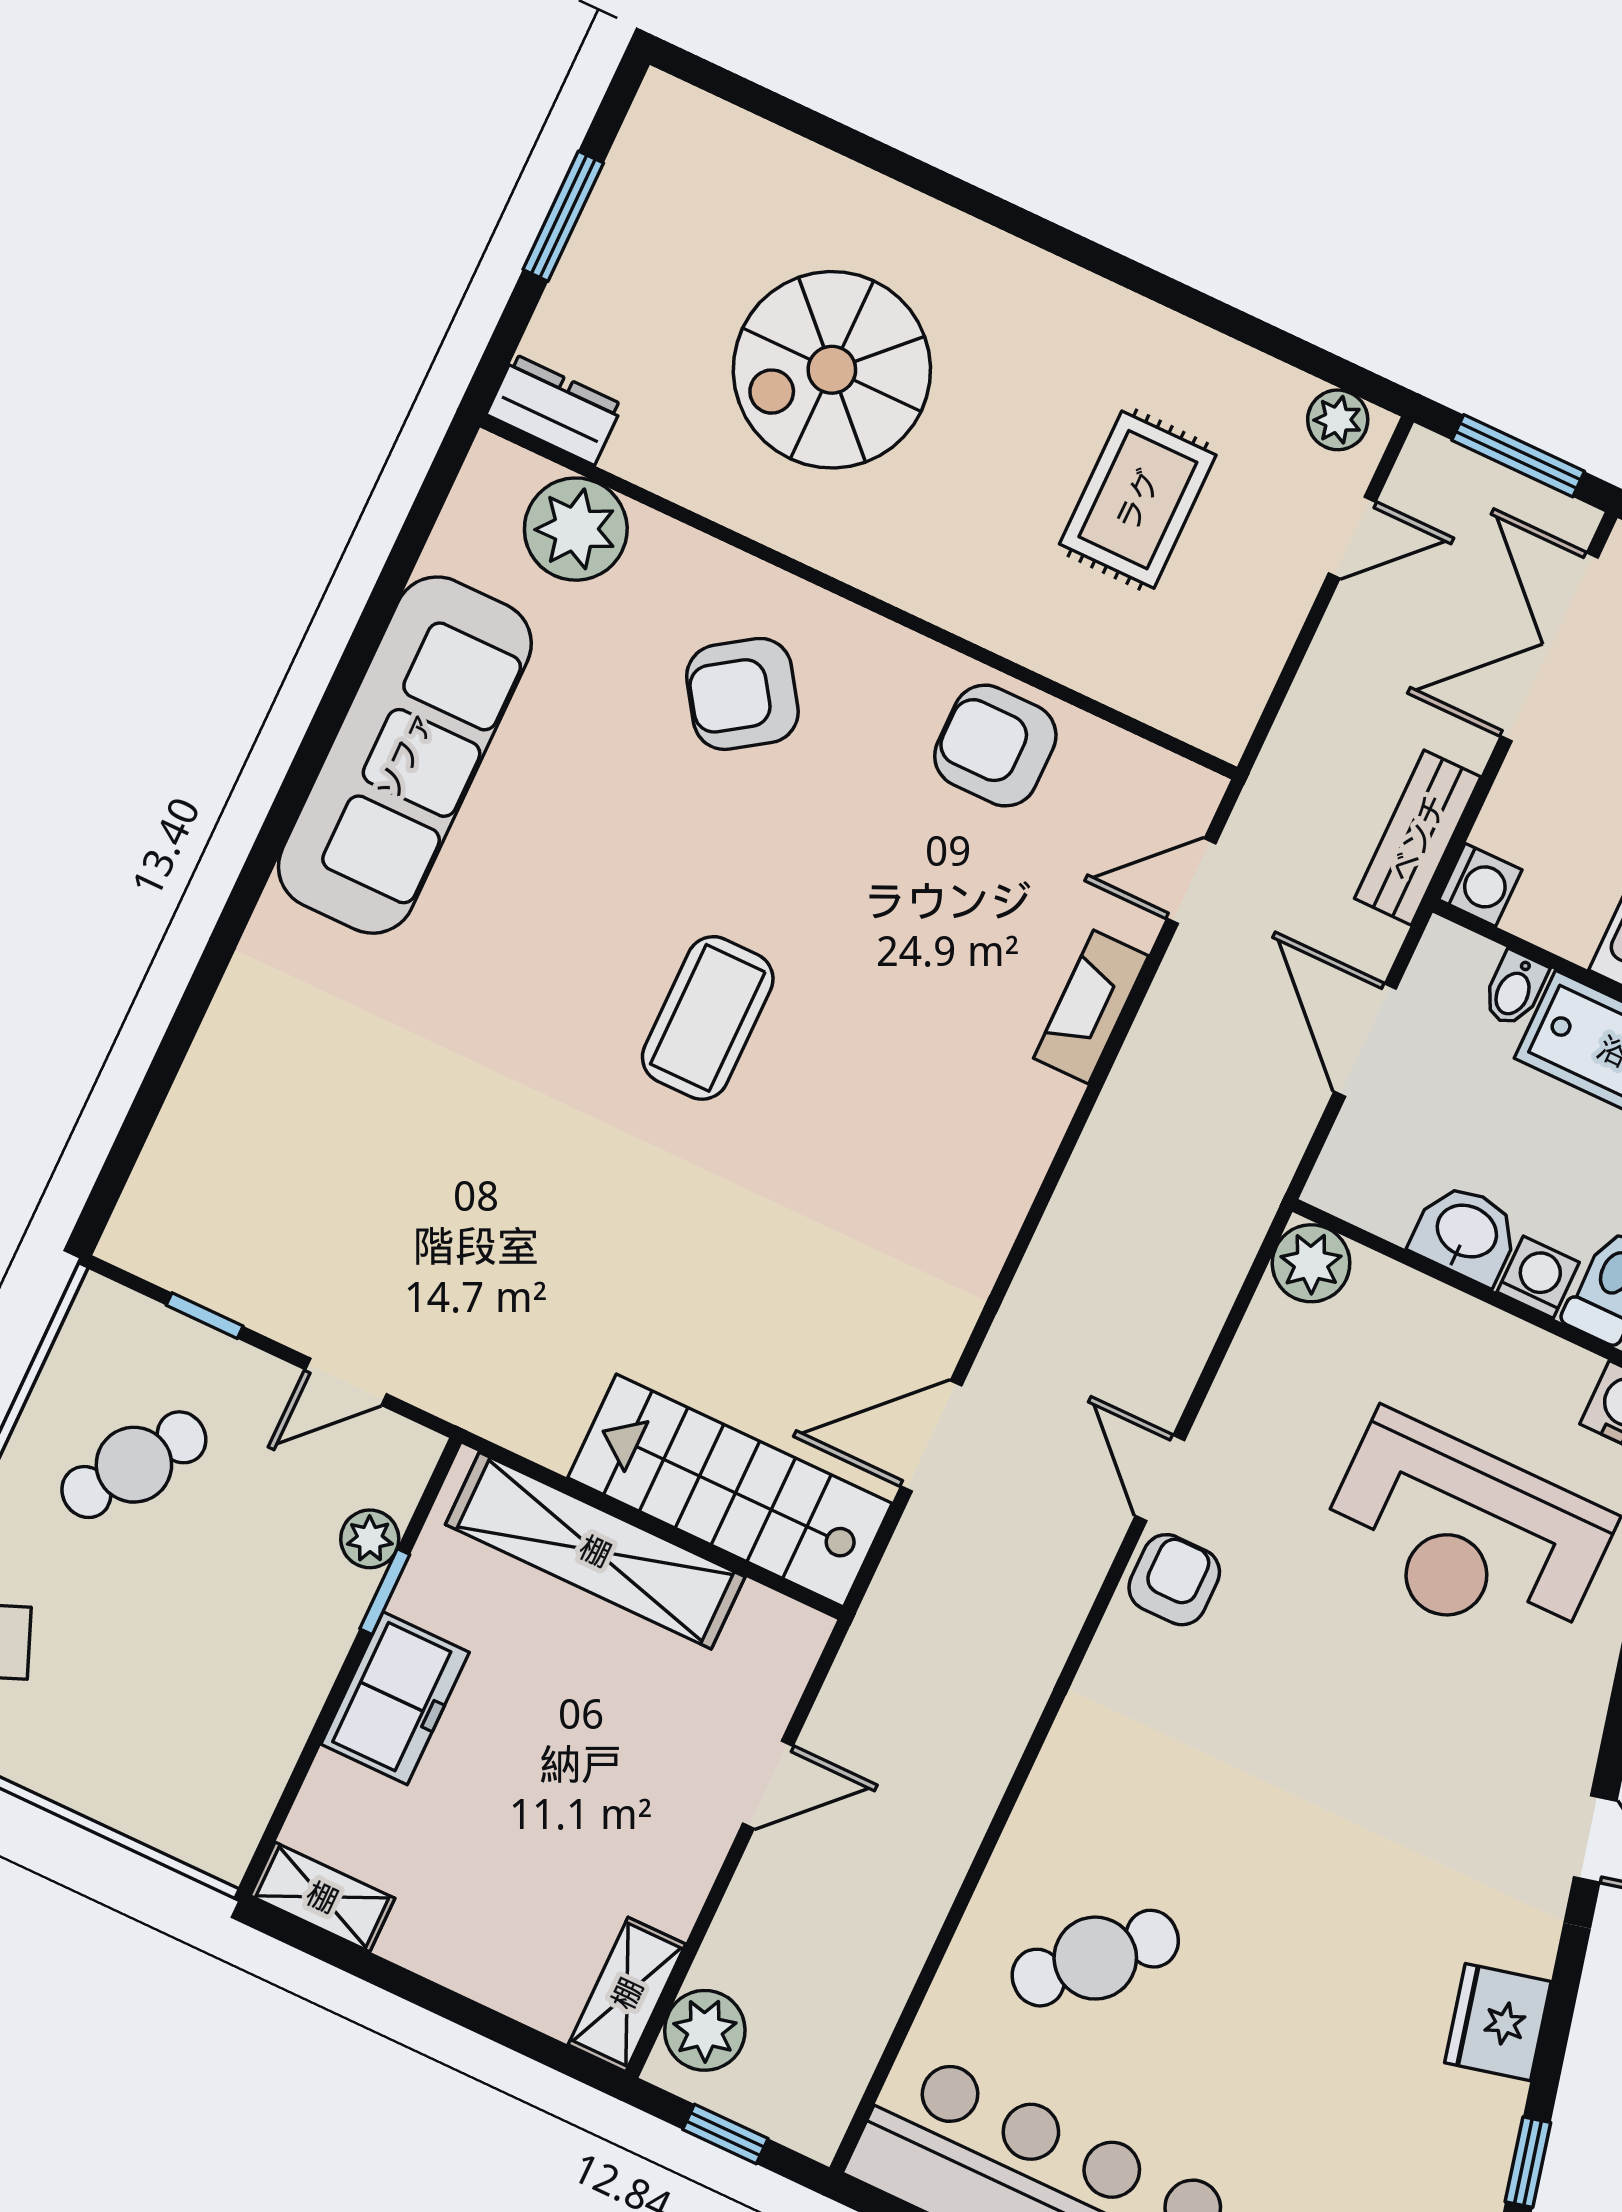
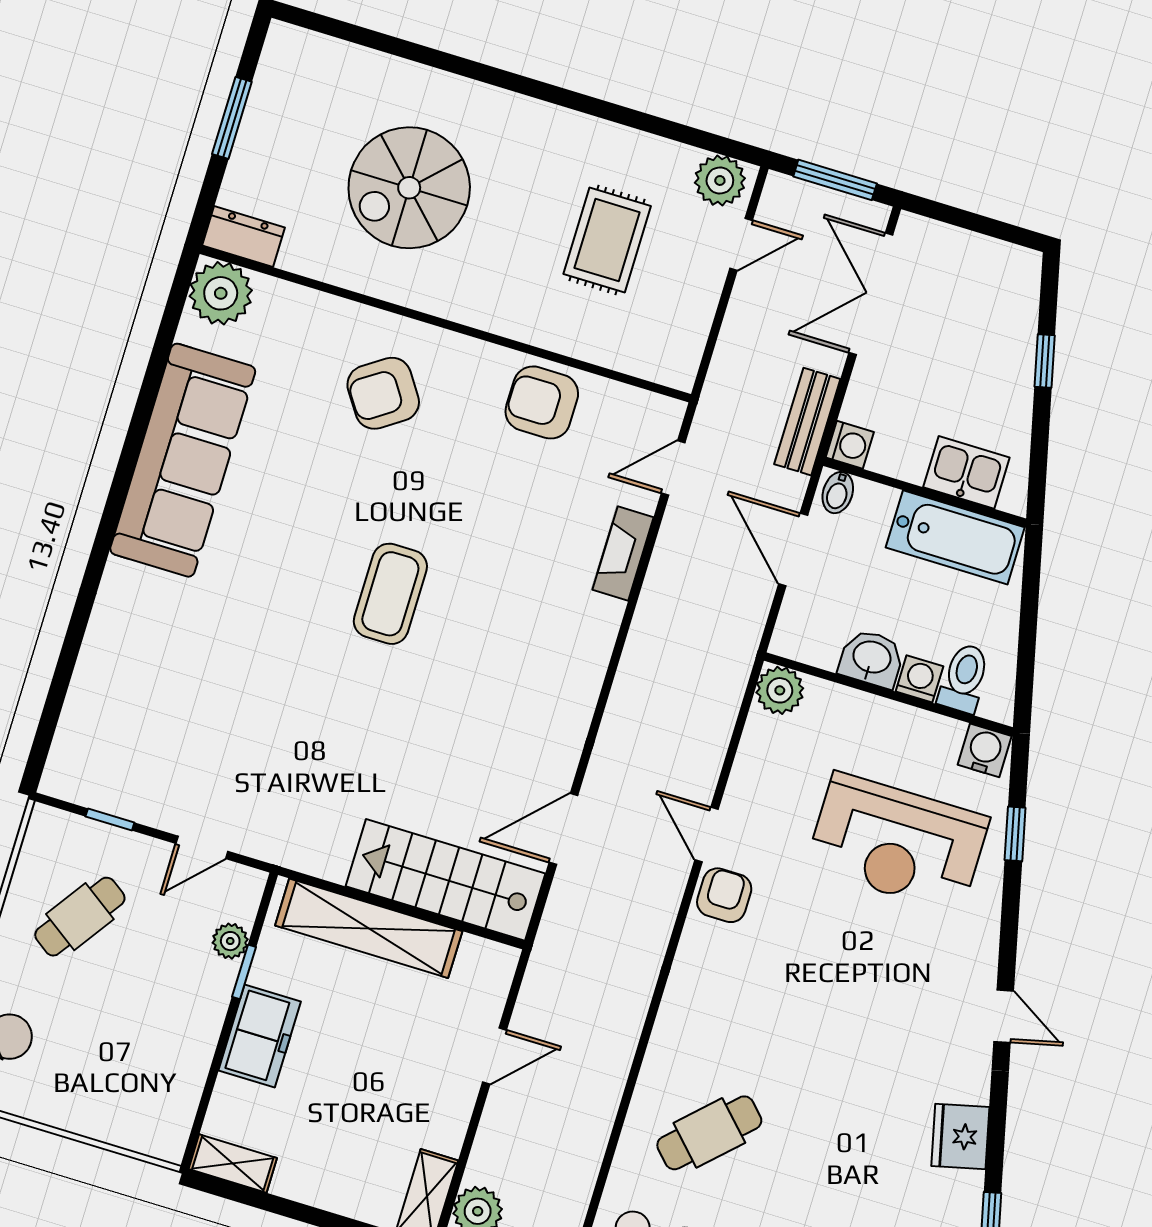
plant: (1338, 420) -> (720, 181), width x1.38, depth x1.38
plant: (576, 529) -> (221, 293), moved
bidet: (1515, 989) -> (838, 493), moved

